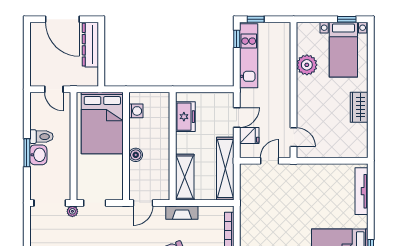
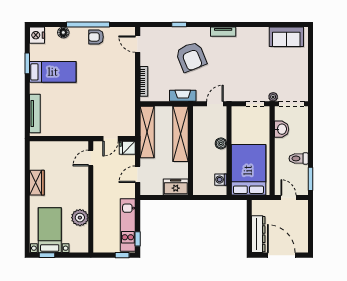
freezer: (185, 117) -> (176, 187), moved, turned 90
fridge: (249, 136) -> (127, 148), moved
door: (294, 137) -> (91, 158), hinge flipped
window: (27, 153) -> (311, 179), moved
washbasin: (38, 155) -> (282, 129), moved, turned 180
shelving: (185, 177) -> (181, 134), width x1.47

